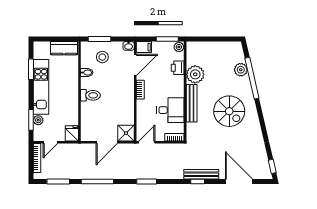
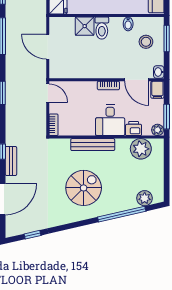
plant: (241, 70) -> (145, 198), moved
plant: (195, 74) -> (141, 149), moved
desk: (170, 110) -> (110, 120), moved
spiral stairs: (229, 111) -> (84, 188), turned 180
shower: (126, 133) -> (85, 26), moved
window: (272, 166) -> (32, 235), moved
bench: (201, 174) -> (11, 161), width x0.73

